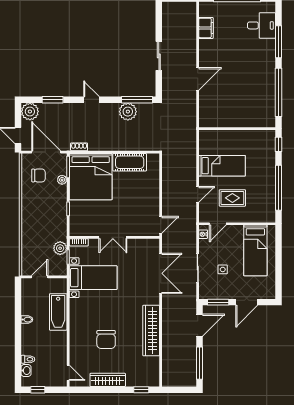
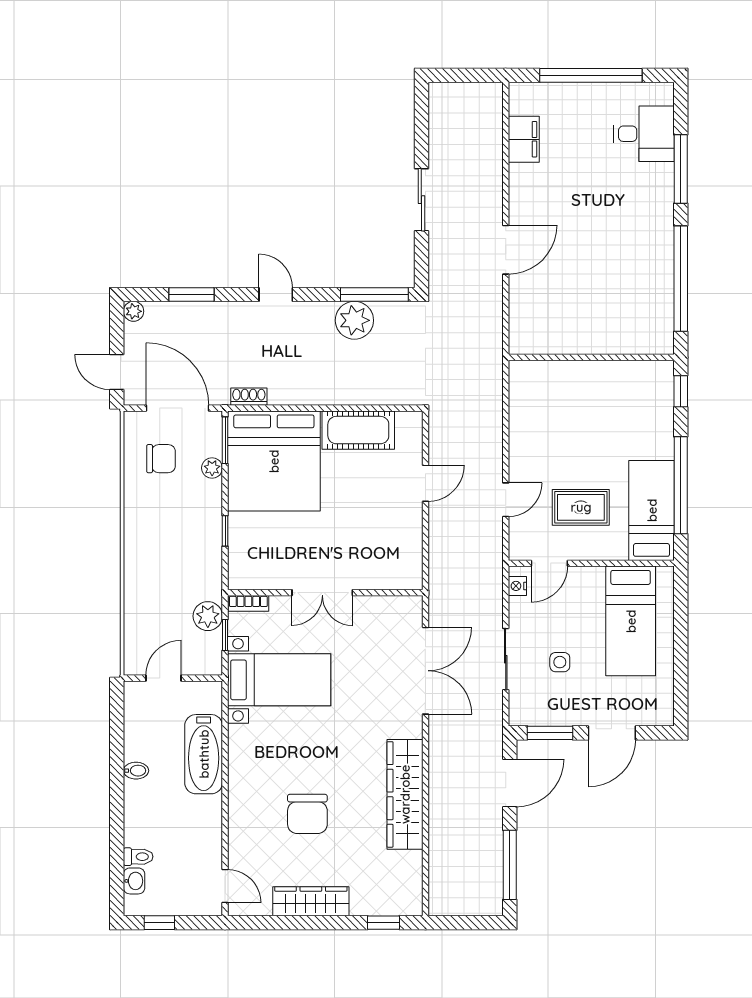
plant: (30, 111) -> (134, 311), width x0.53, depth x0.53
bed: (222, 166) -> (652, 510), moved, turned -90
door: (161, 225) -> (425, 483), moved

